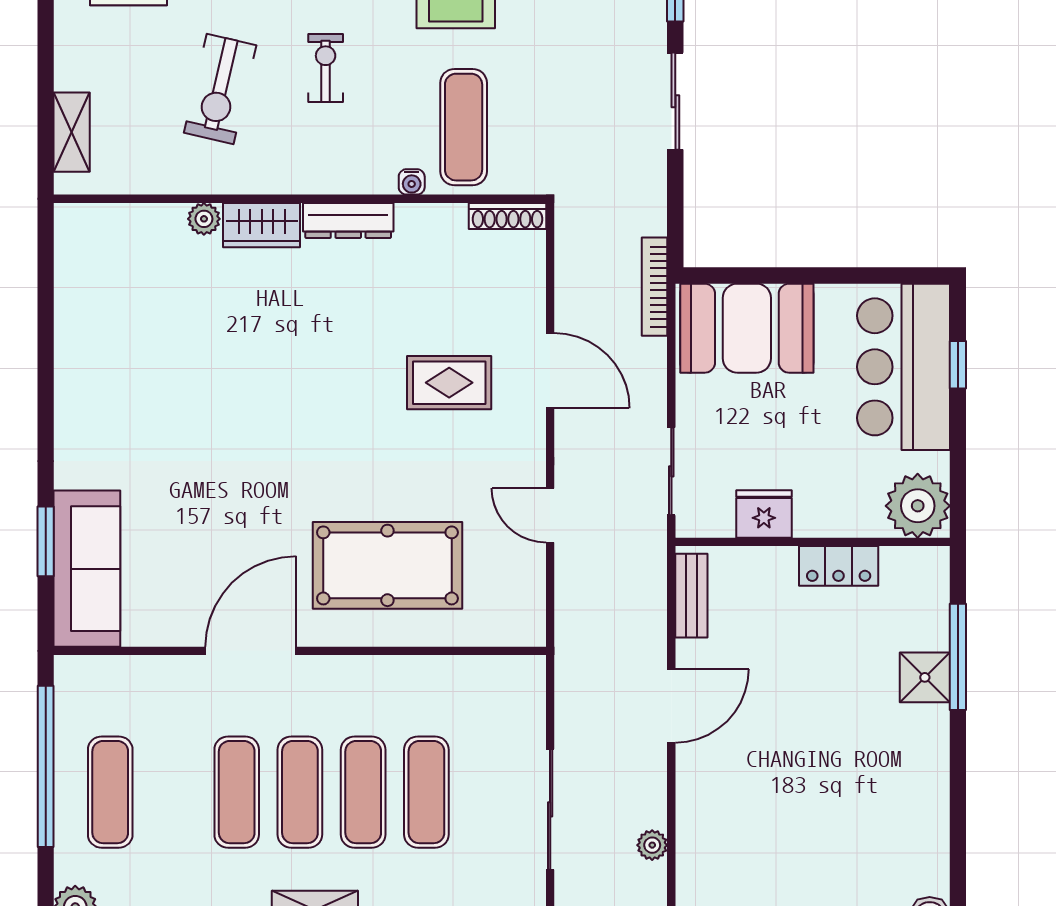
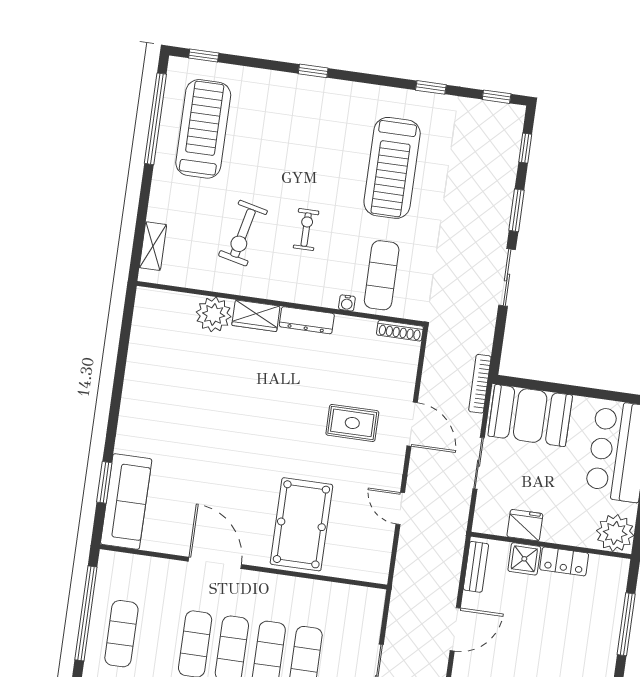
plant: (204, 219) -> (214, 314), width x1.88, depth x1.88
sliding door: (671, 471) -> (479, 463), moved
pool table: (387, 565) -> (301, 524), turned 90
door: (251, 651) -> (215, 563), hinge flipped
shower: (925, 677) -> (524, 559), moved

